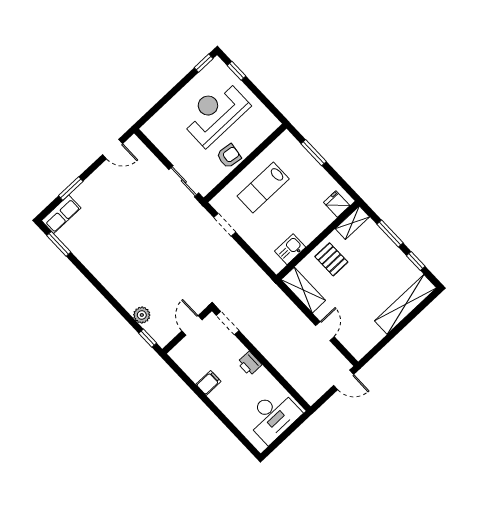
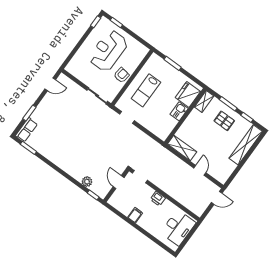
fridge: (337, 204) -> (188, 95), width x1.88, depth x1.34
kitchen sink: (290, 249) -> (179, 111), moved
pallet: (331, 259) -> (224, 121), moved

